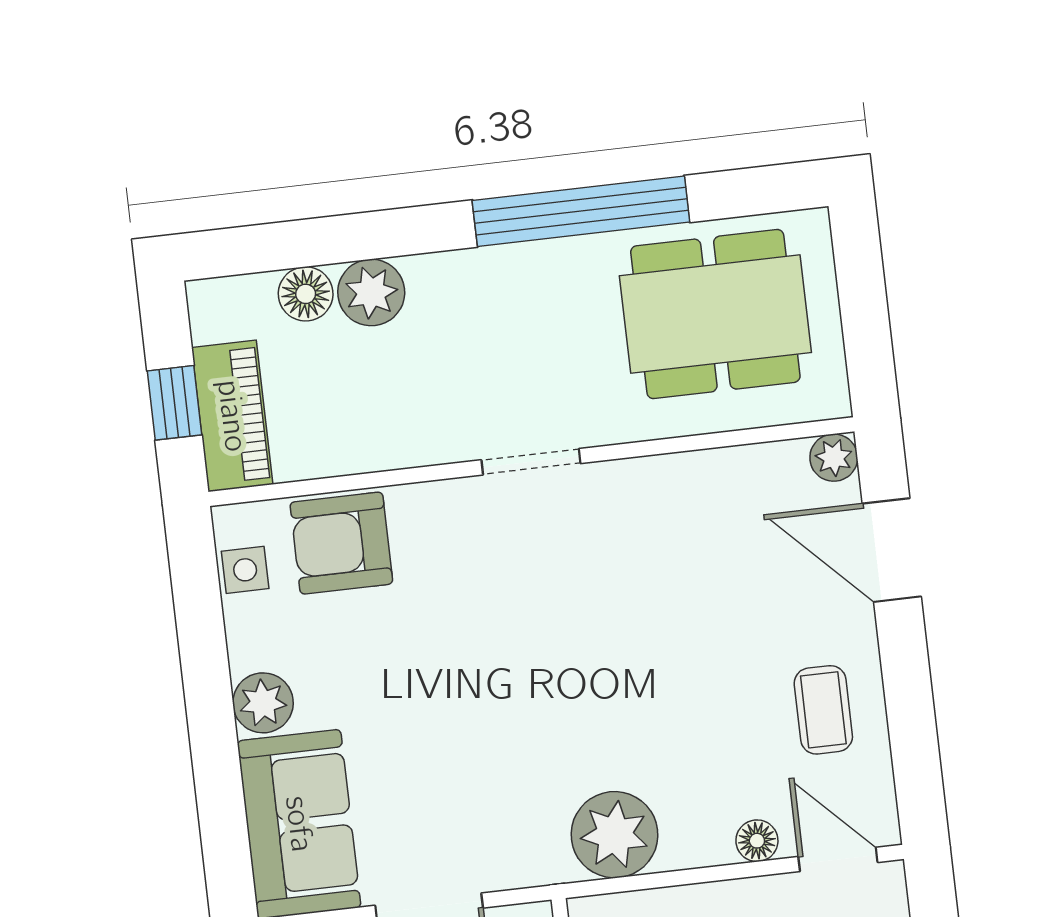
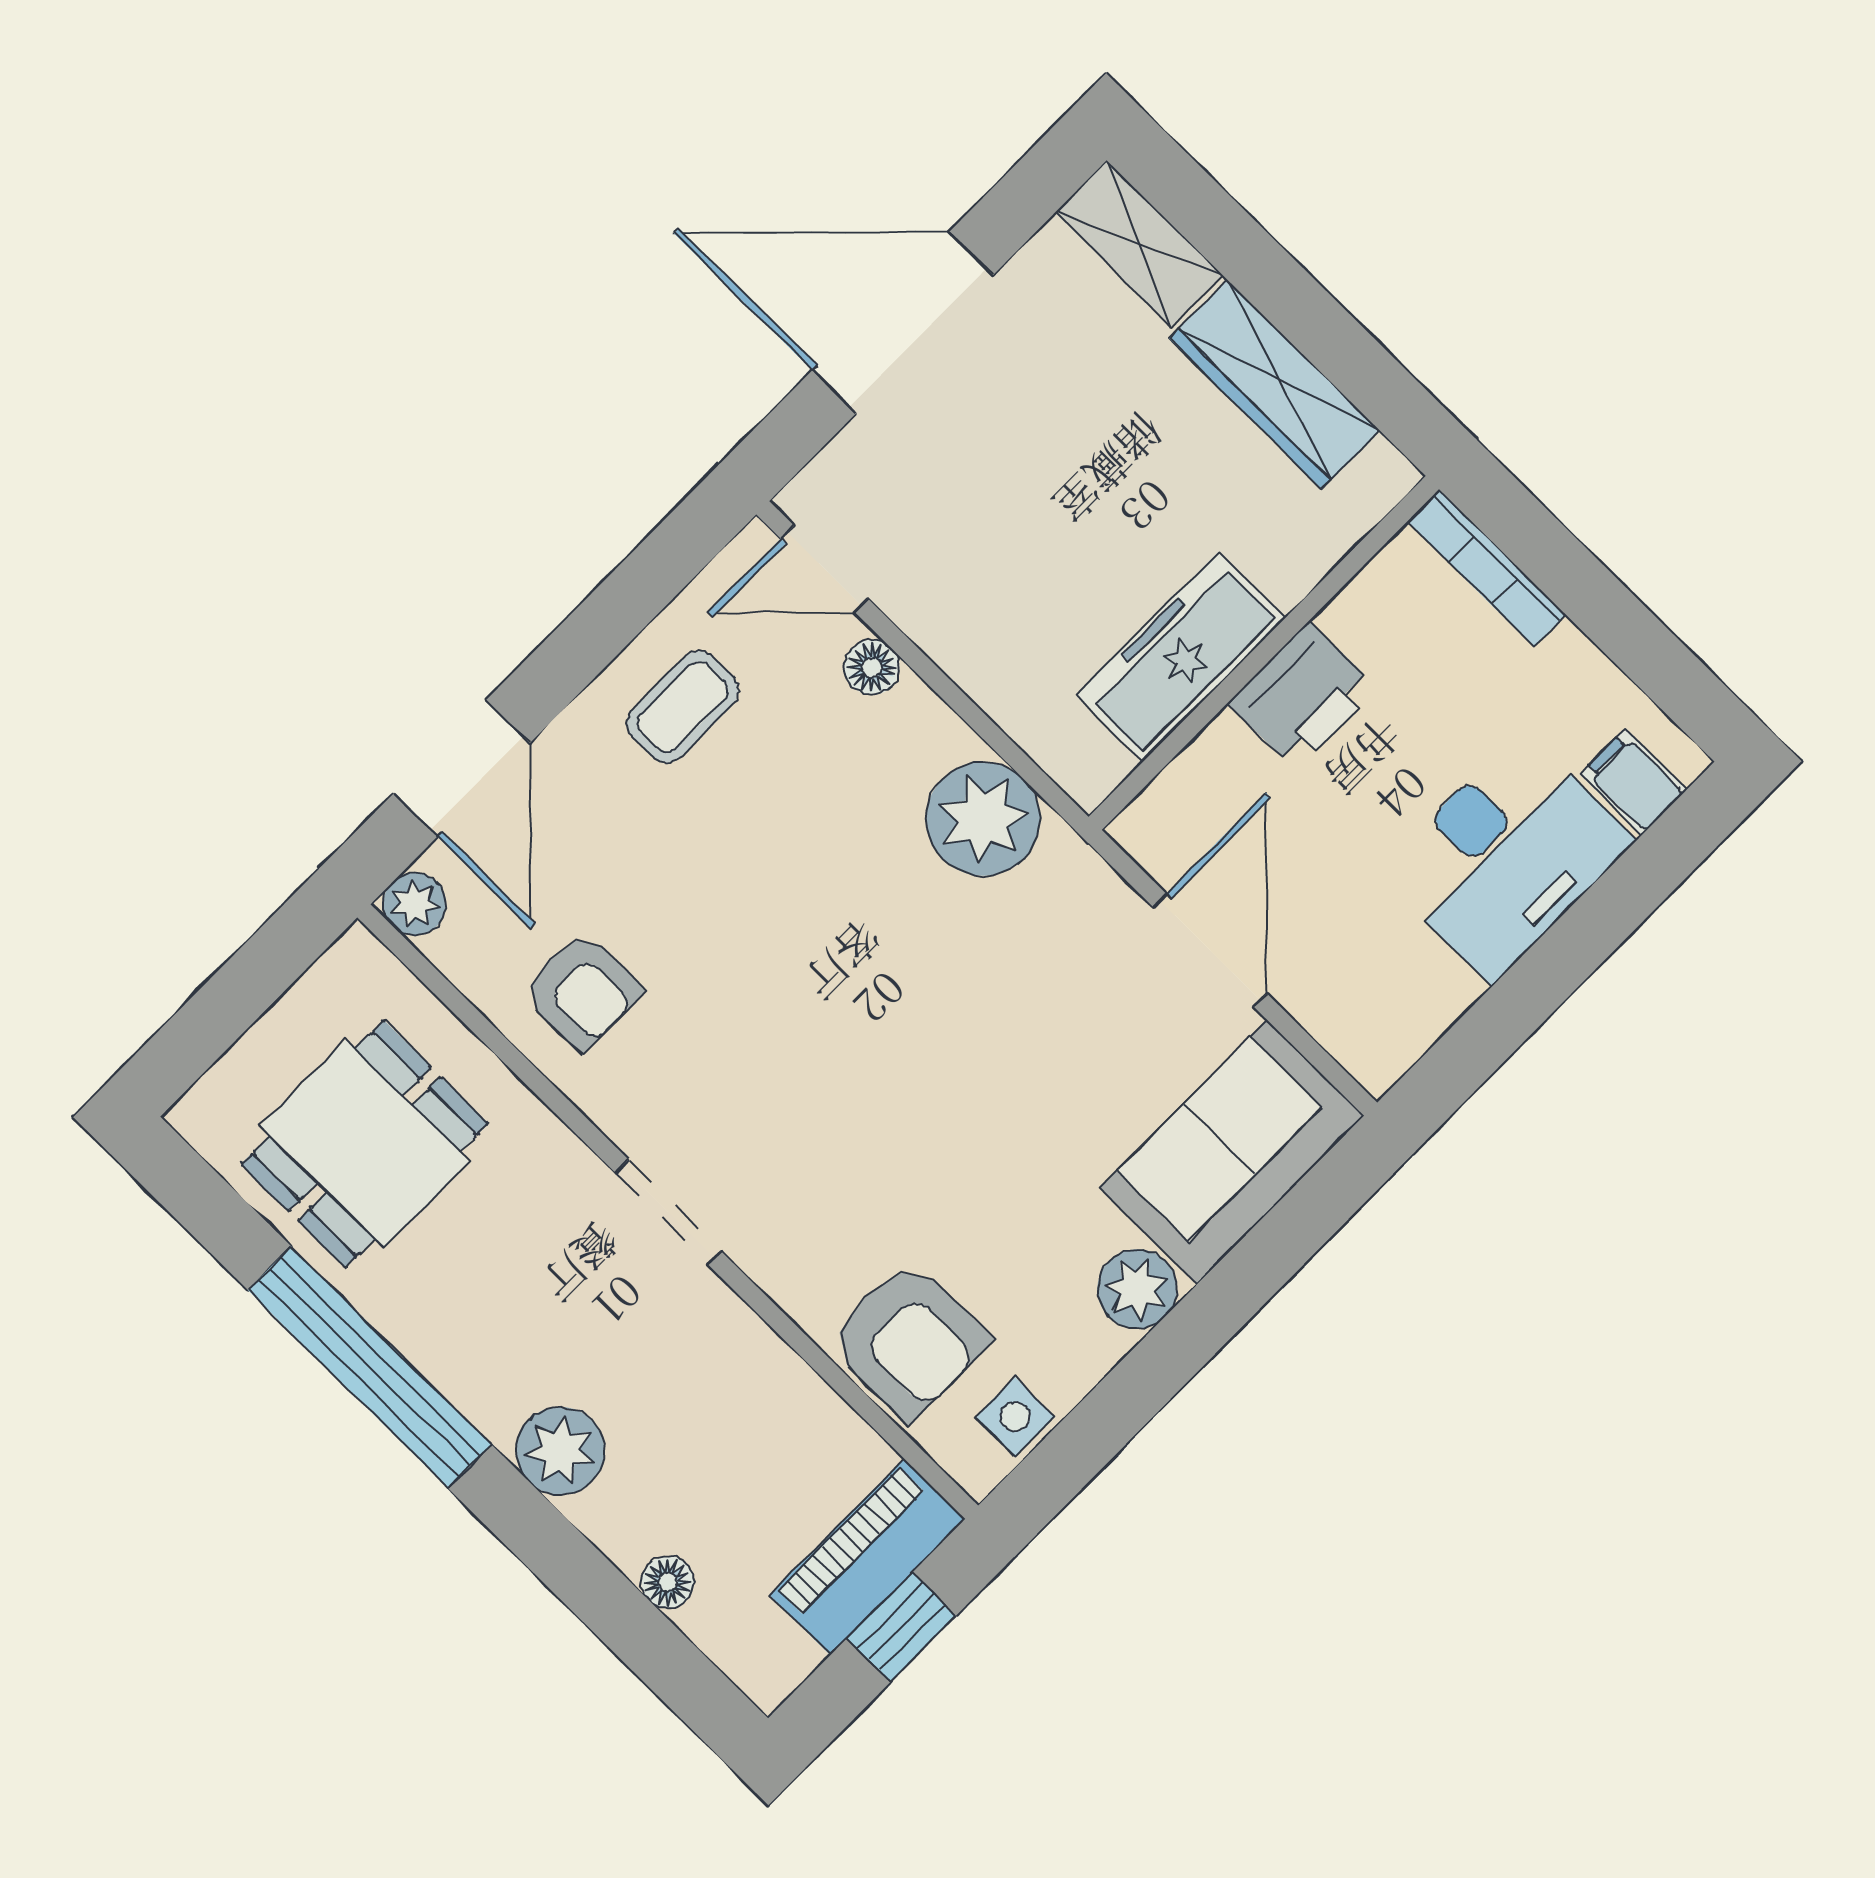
plant: (371, 292) -> (560, 1451), moved
floor lamp: (306, 294) -> (668, 1582), width x0.73, depth x0.73
dining table: (715, 314) -> (365, 1144), width x0.73
armchair: (703, 516) -> (582, 991), added
door: (838, 859) -> (824, 569), hinge flipped

